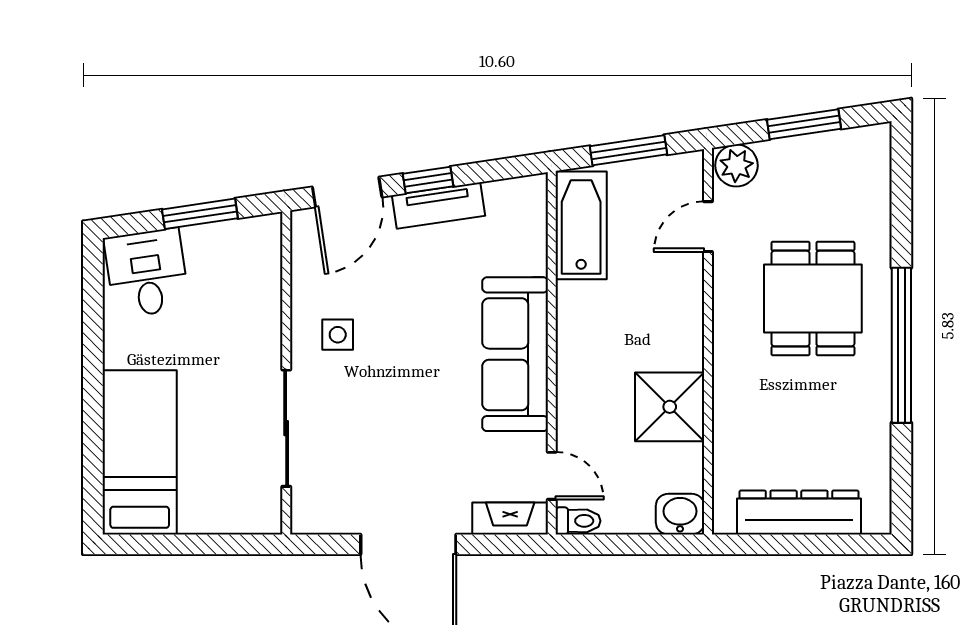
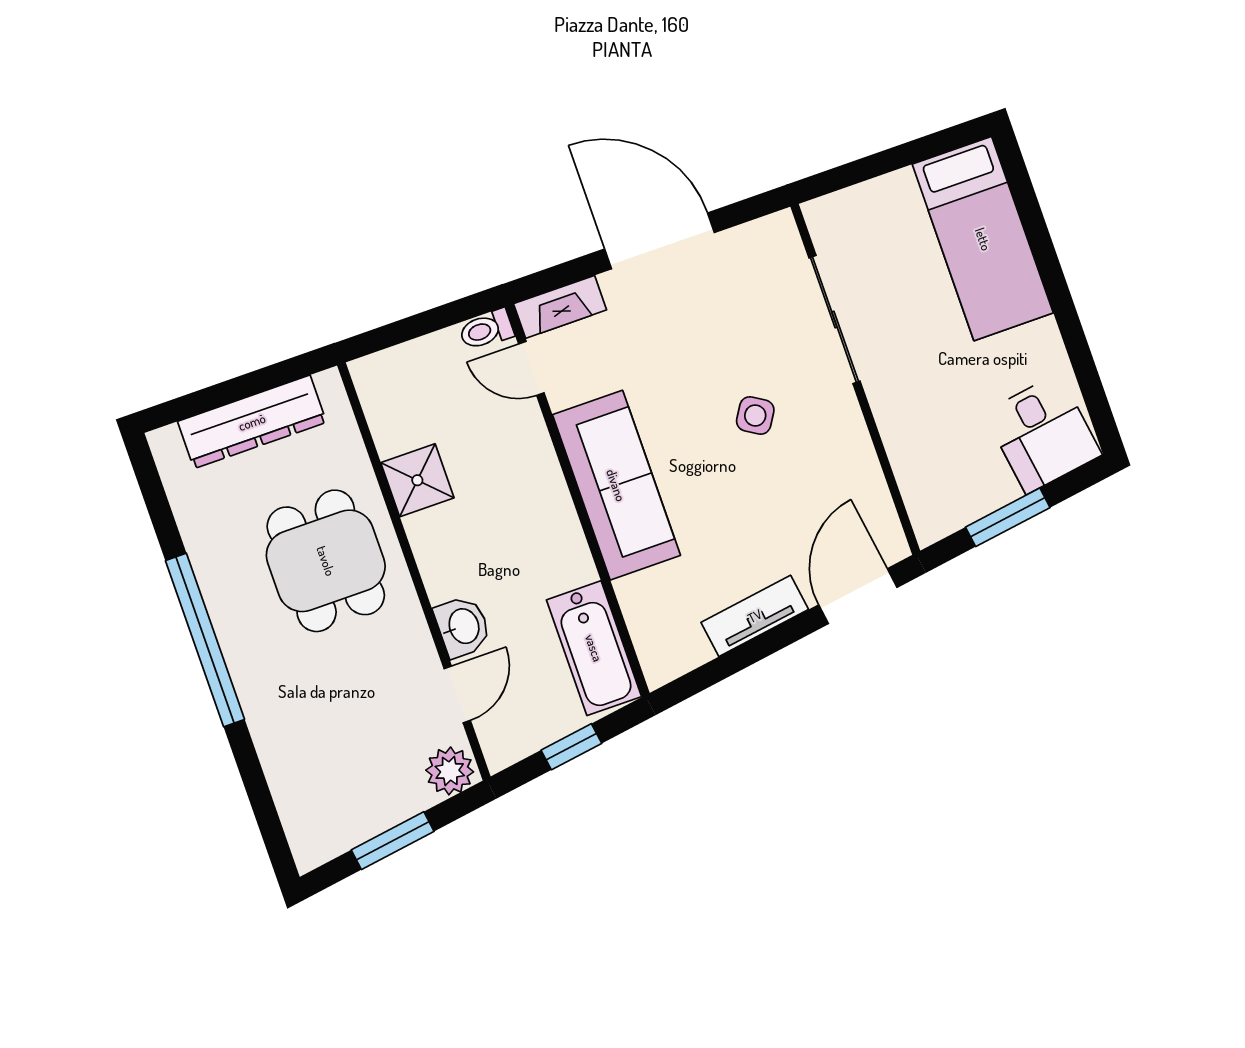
window: (628, 150) -> (571, 747), width x0.67
window: (428, 180) -> (776, 639), removed
dining table: (813, 299) -> (326, 561), moved
side table: (338, 335) -> (755, 416), moved, turned 32
shower: (670, 407) -> (417, 480), width x0.73, depth x0.73
washbasin: (680, 514) -> (463, 627), moved, turned -90

